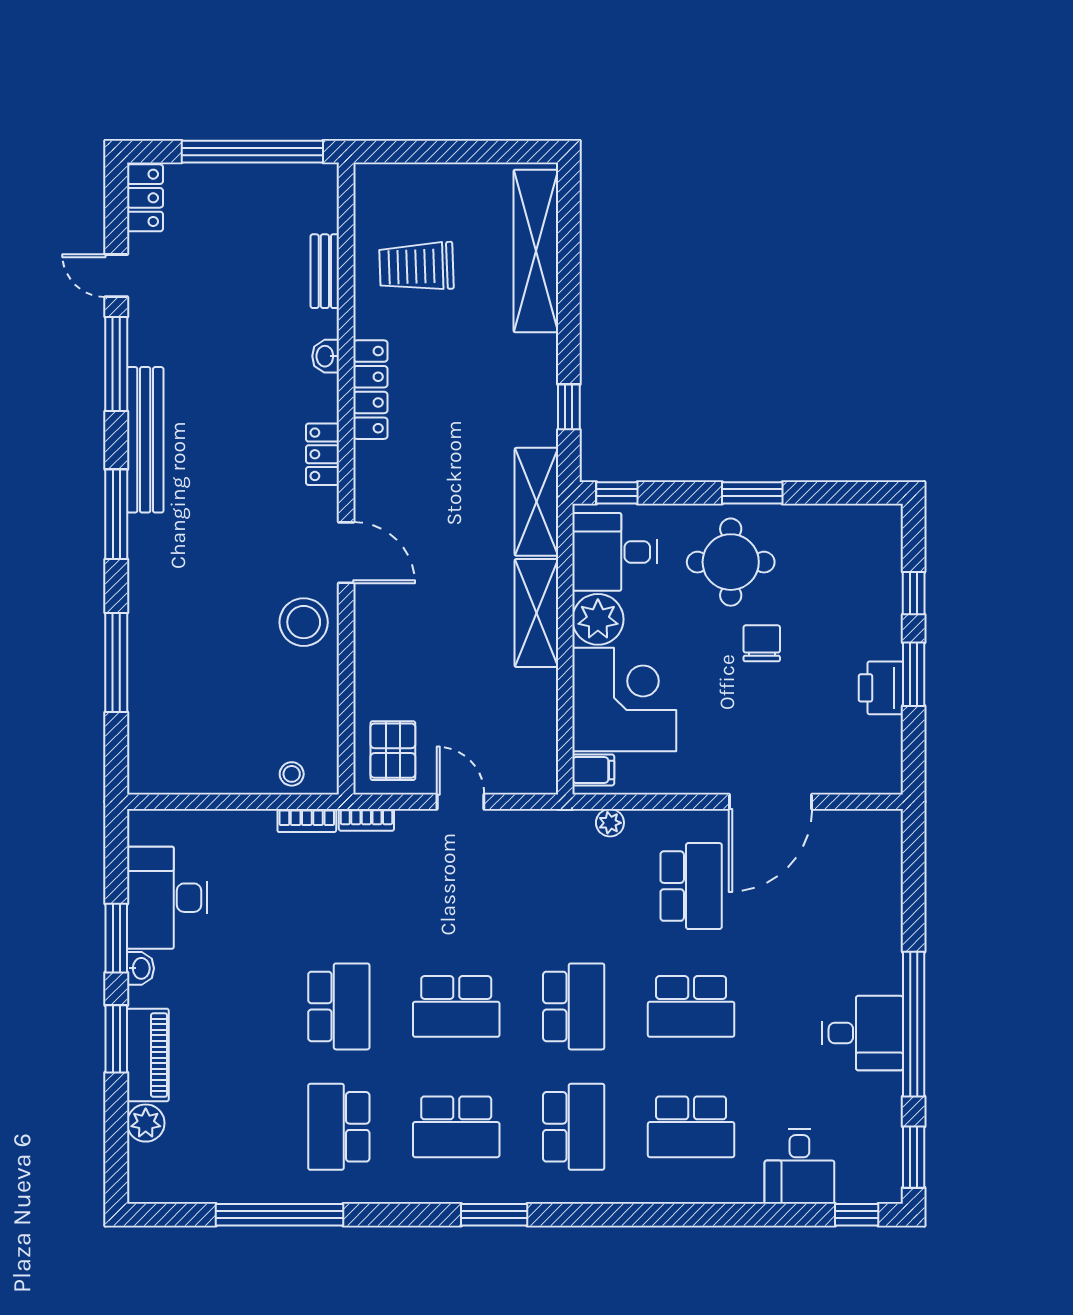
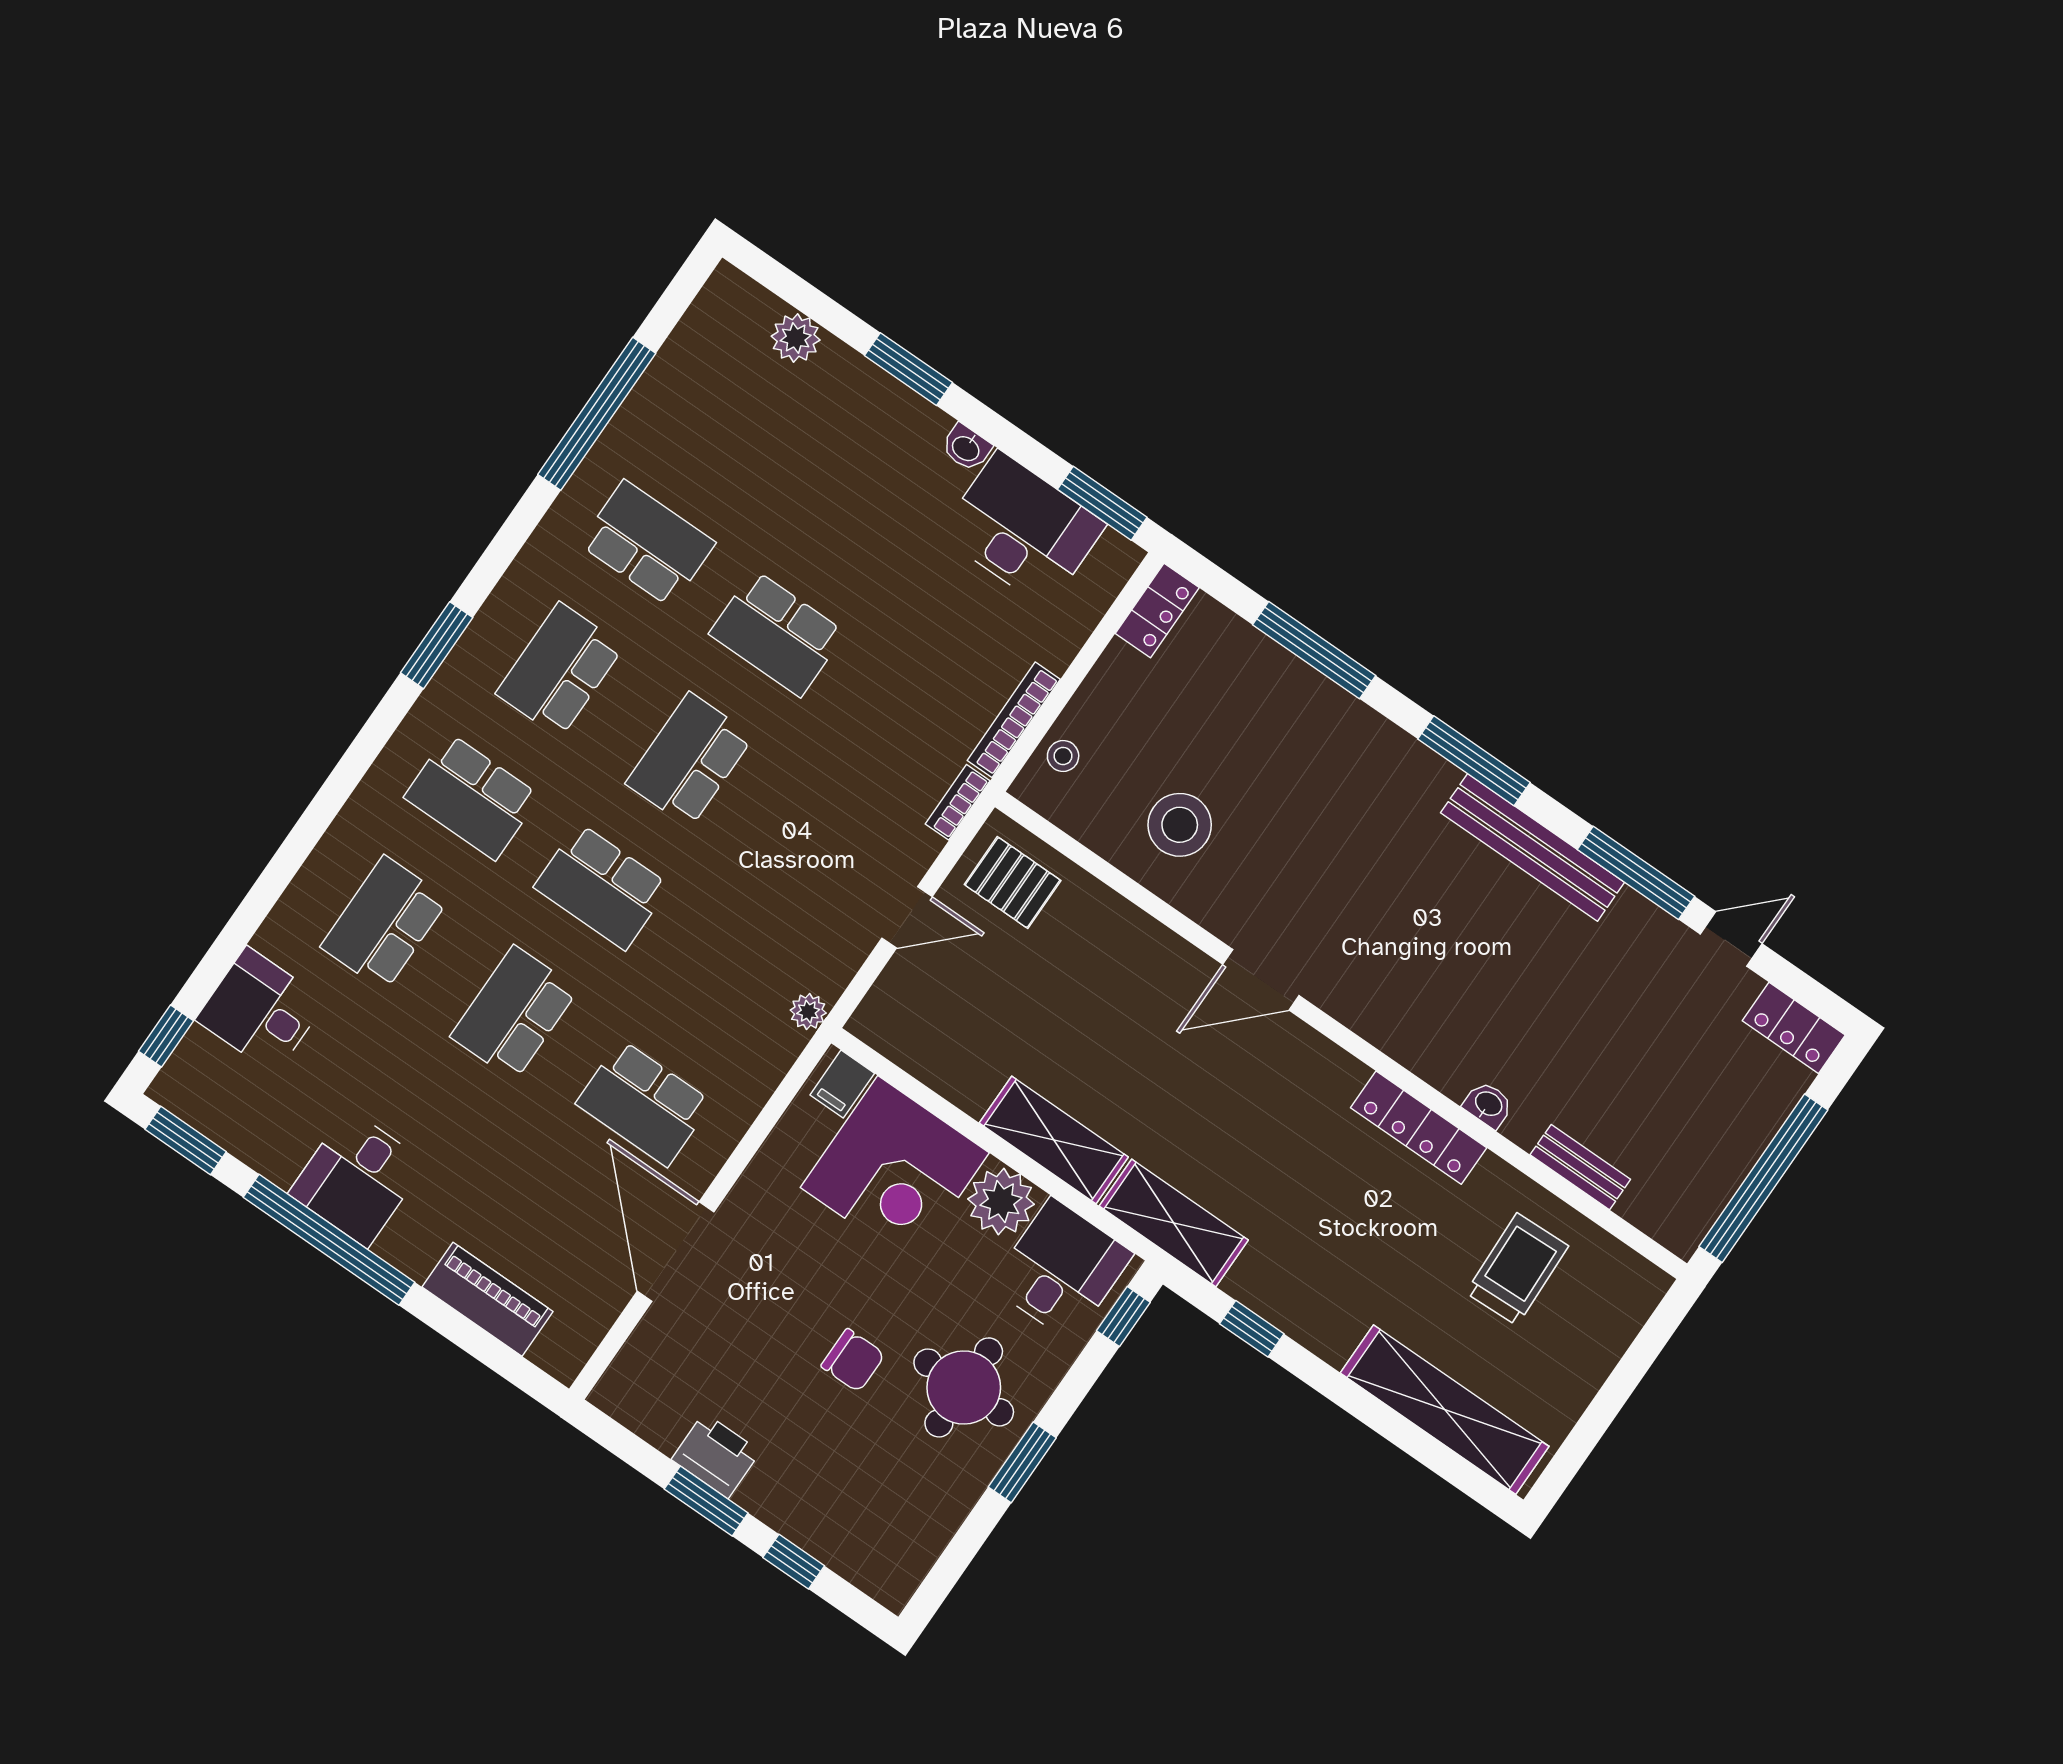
locker: (322, 454) -> (1157, 611), moved, turned 90
stool: (304, 622) -> (1180, 825), moved
bookcase: (307, 821) -> (1014, 720), width x1.56
plant: (610, 823) -> (808, 1012), moved
window: (116, 938) -> (1102, 503), moved
piano: (148, 1055) -> (488, 1299), moved, turned 180

